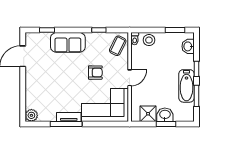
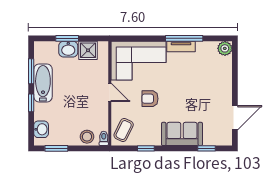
door: (130, 78) -> (110, 92), swing flipped

